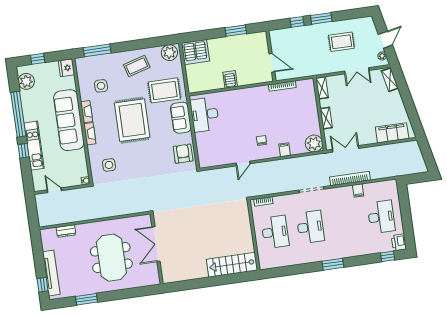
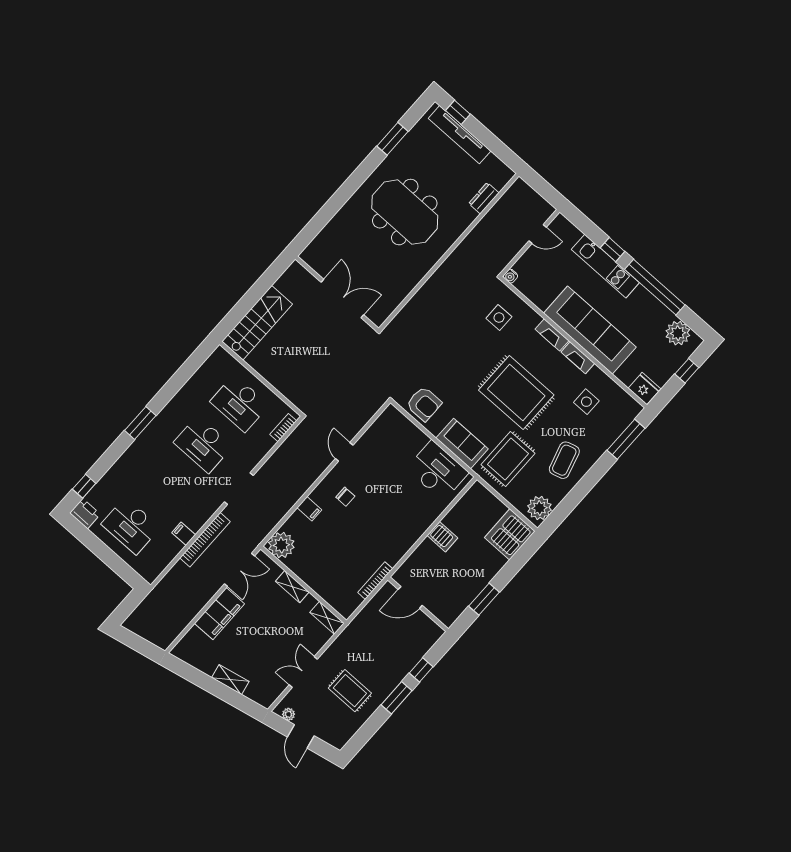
rug: (341, 42) -> (350, 691), turned 90
shelving: (390, 80) -> (230, 680), moved
filing cabinet: (392, 133) -> (219, 614), moved
double door: (156, 244) -> (342, 299), moved
wall: (157, 249) -> (337, 294), moved

